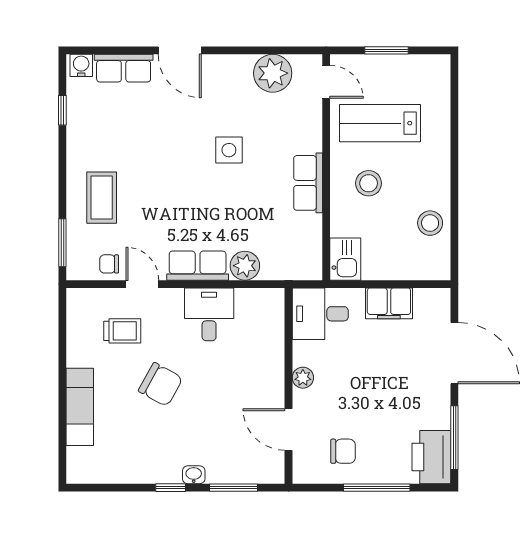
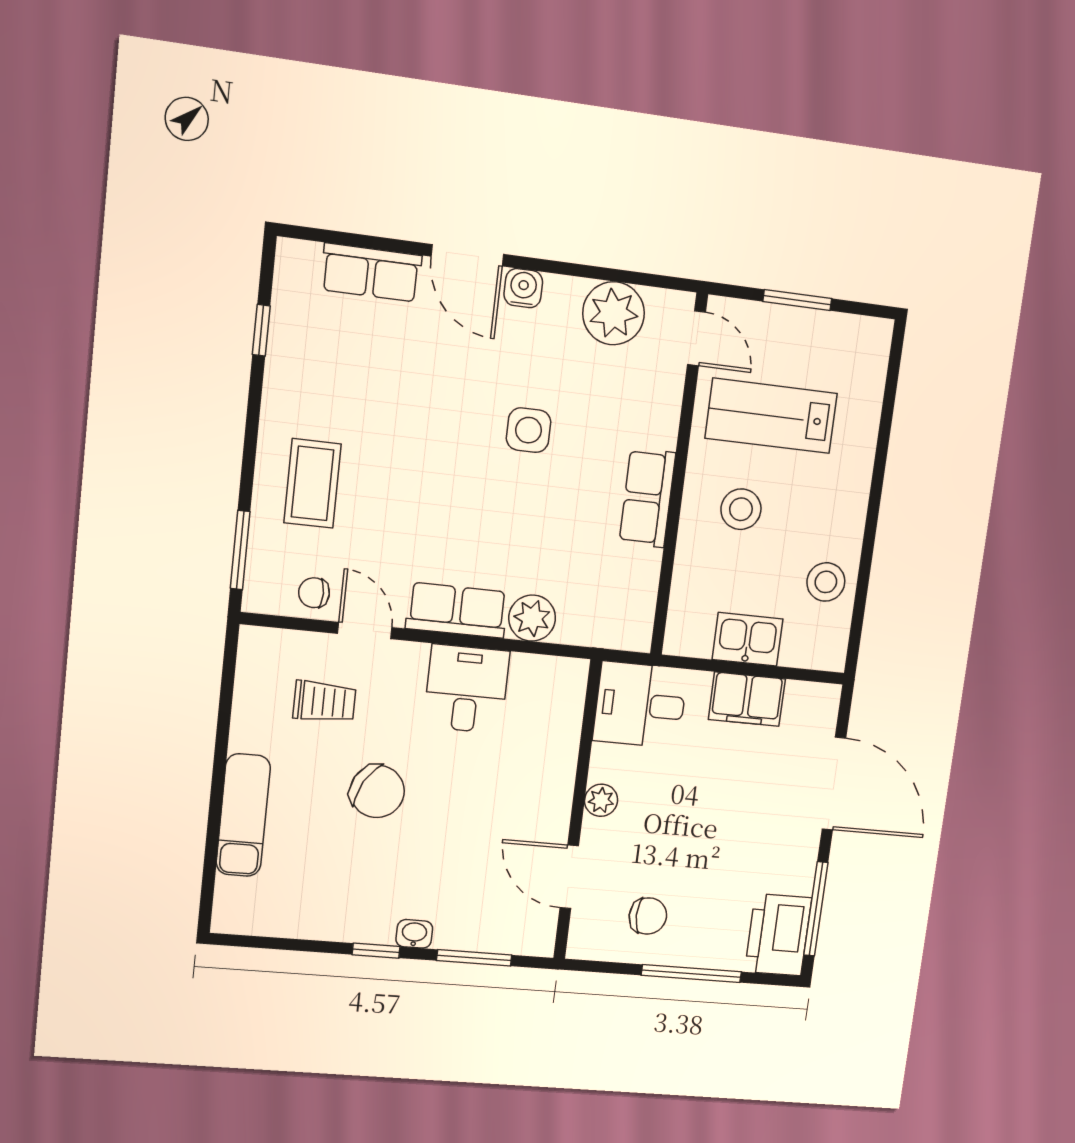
water cooler: (81, 65) -> (523, 288), moved
kitchen sink: (345, 259) -> (748, 639), moved, turned -90

